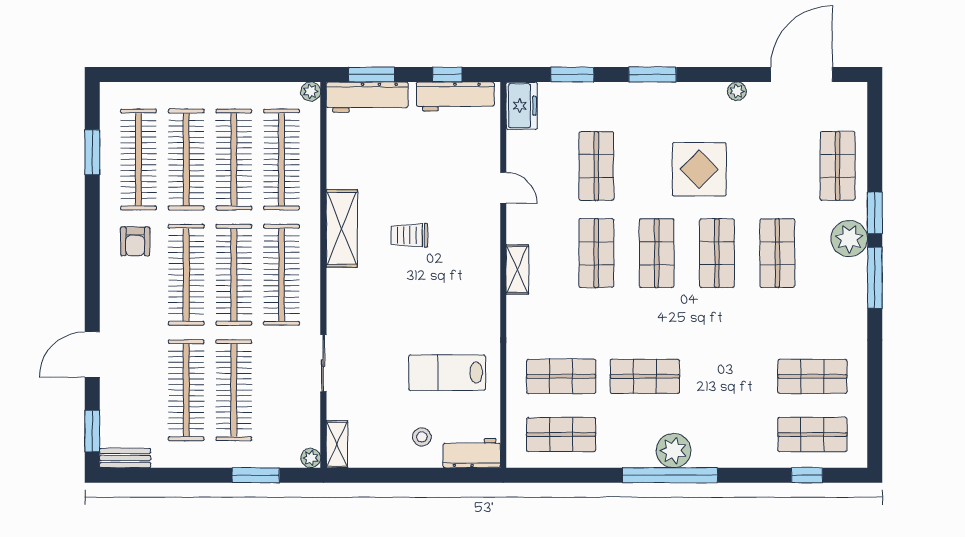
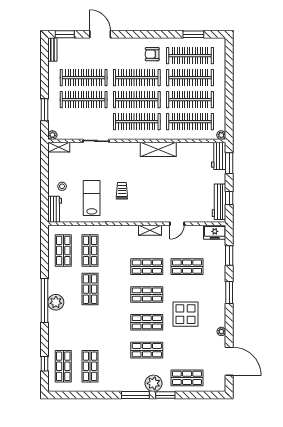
workbench: (367, 97) -> (219, 156), width x0.73
trolley: (409, 235) -> (122, 191), moved
shelving: (517, 270) -> (150, 230), moved

